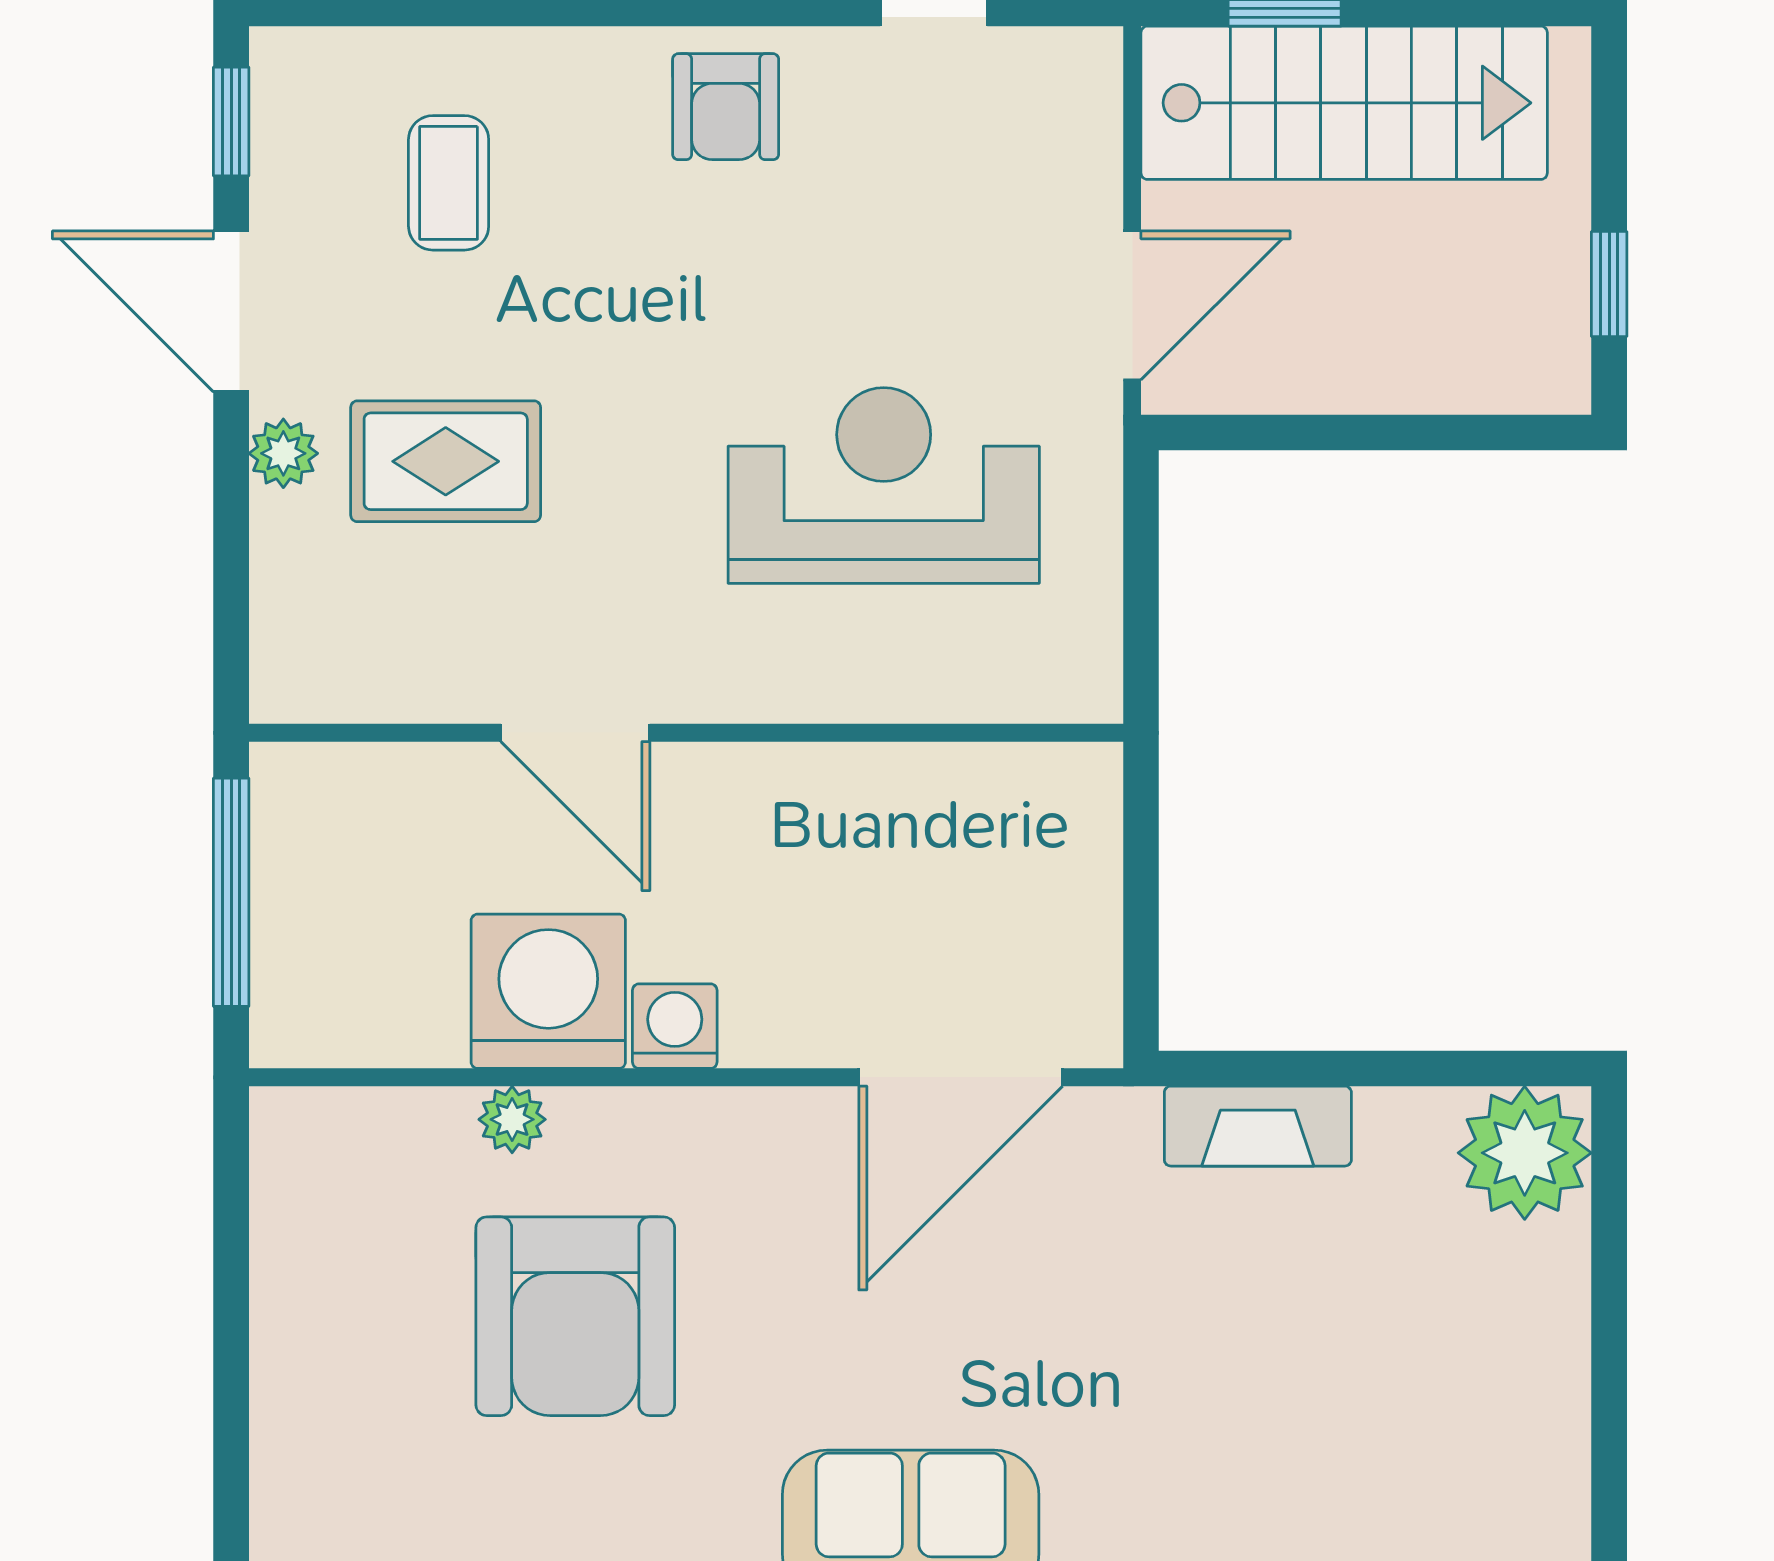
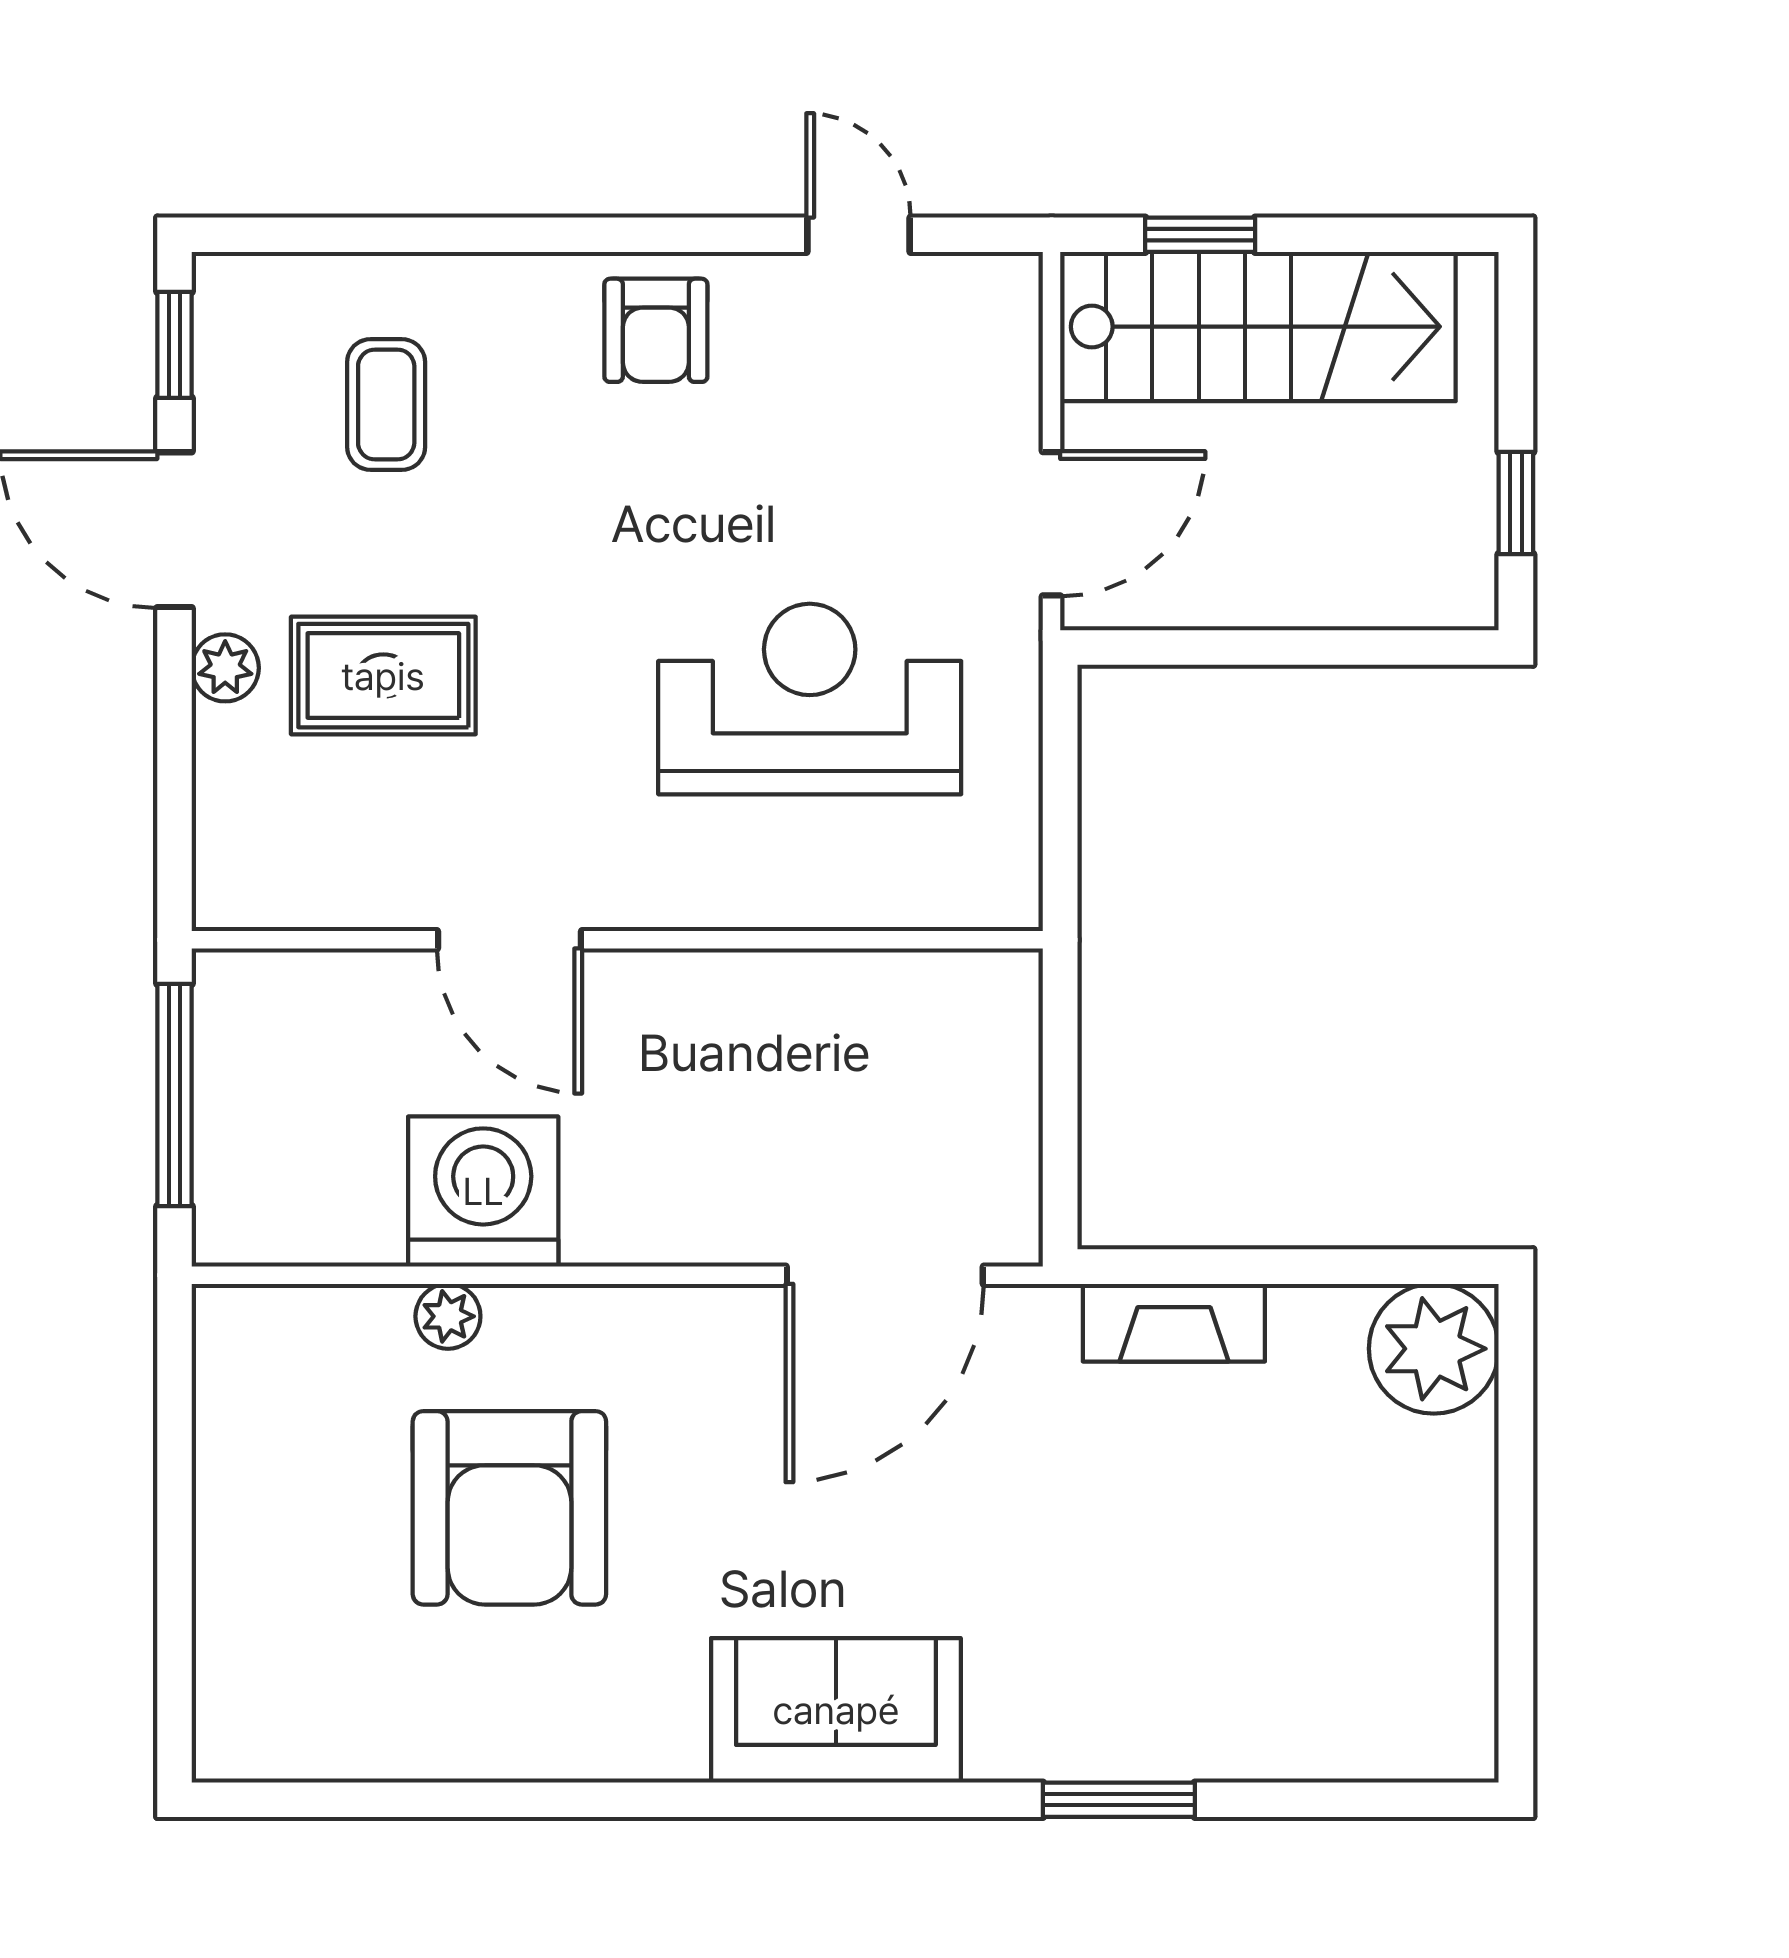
washing machine: (675, 1026) -> (606, 1225), removed

